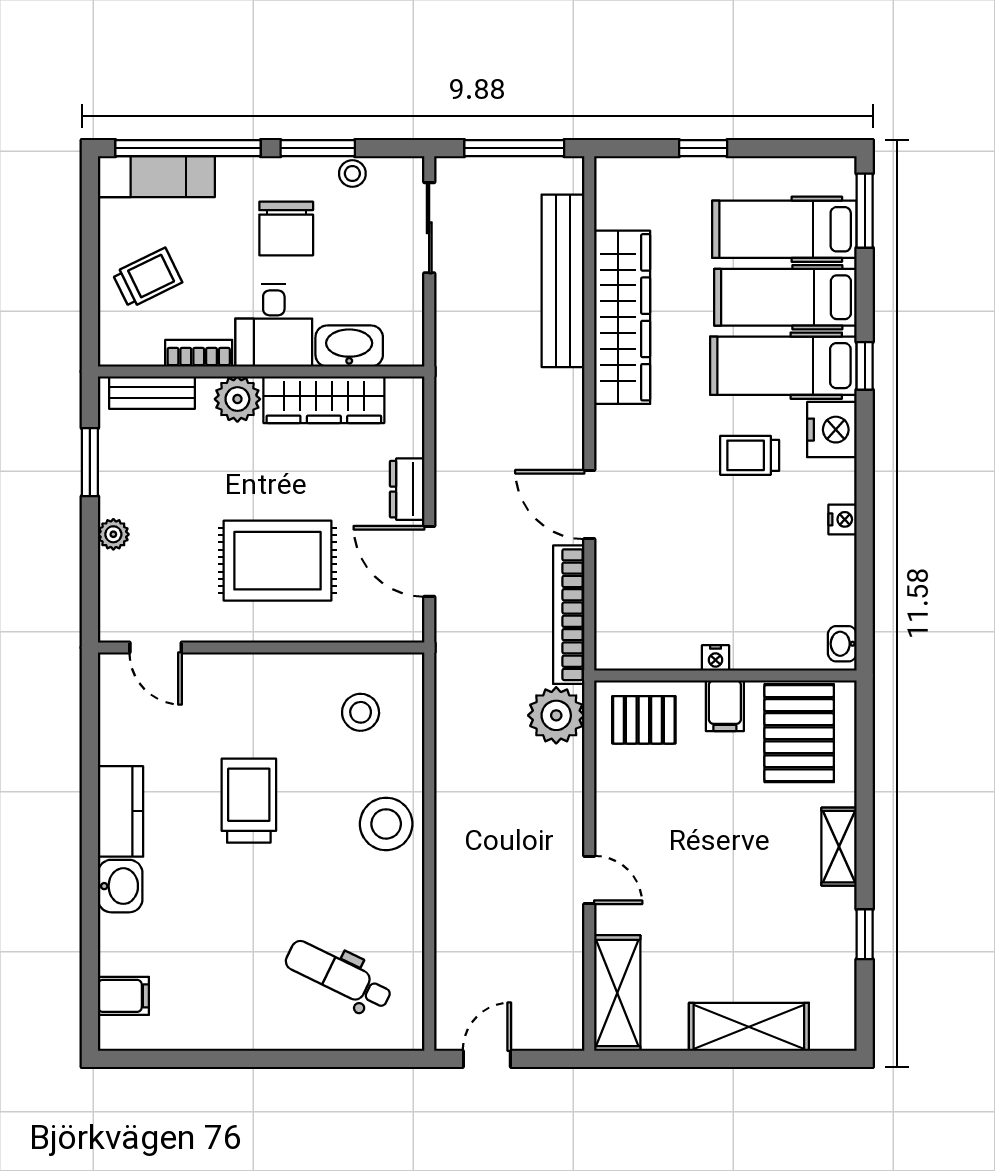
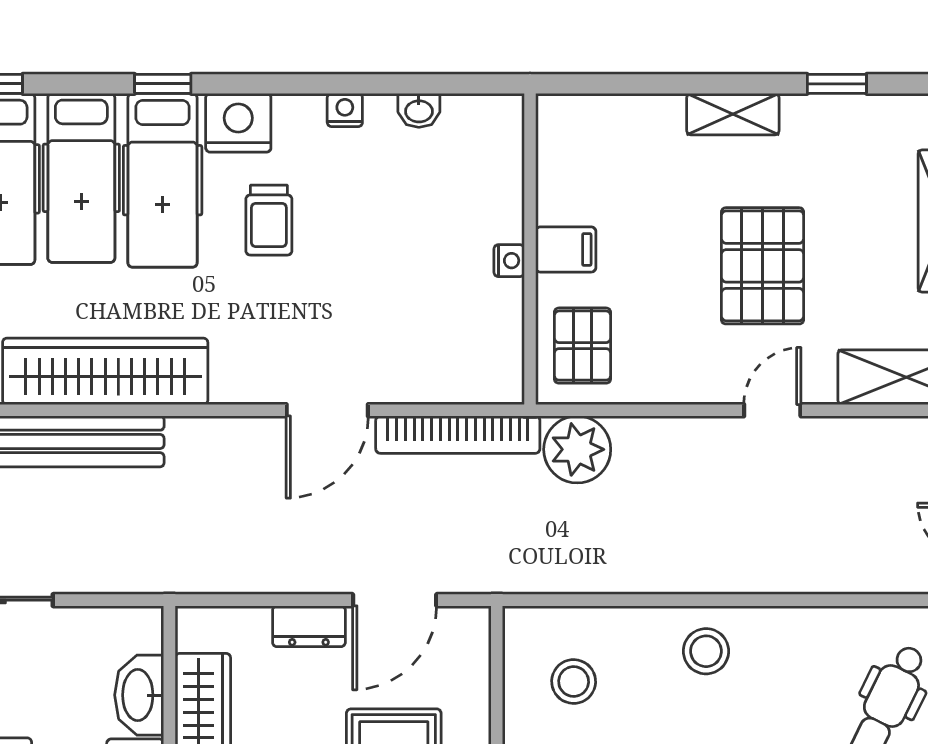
washbasin: (842, 644) -> (419, 110), moved
pallet: (799, 733) -> (763, 266), moved, turned 90
stool: (386, 824) -> (706, 651), width x0.73, depth x0.73

